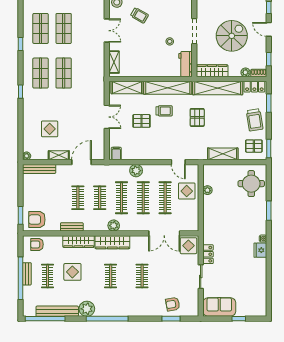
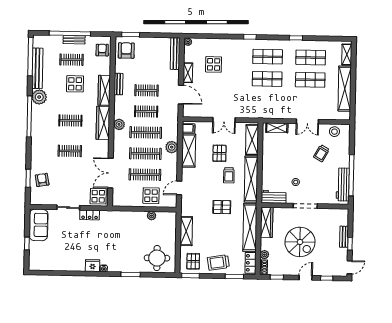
shelving: (139, 153) -> (189, 151), added

